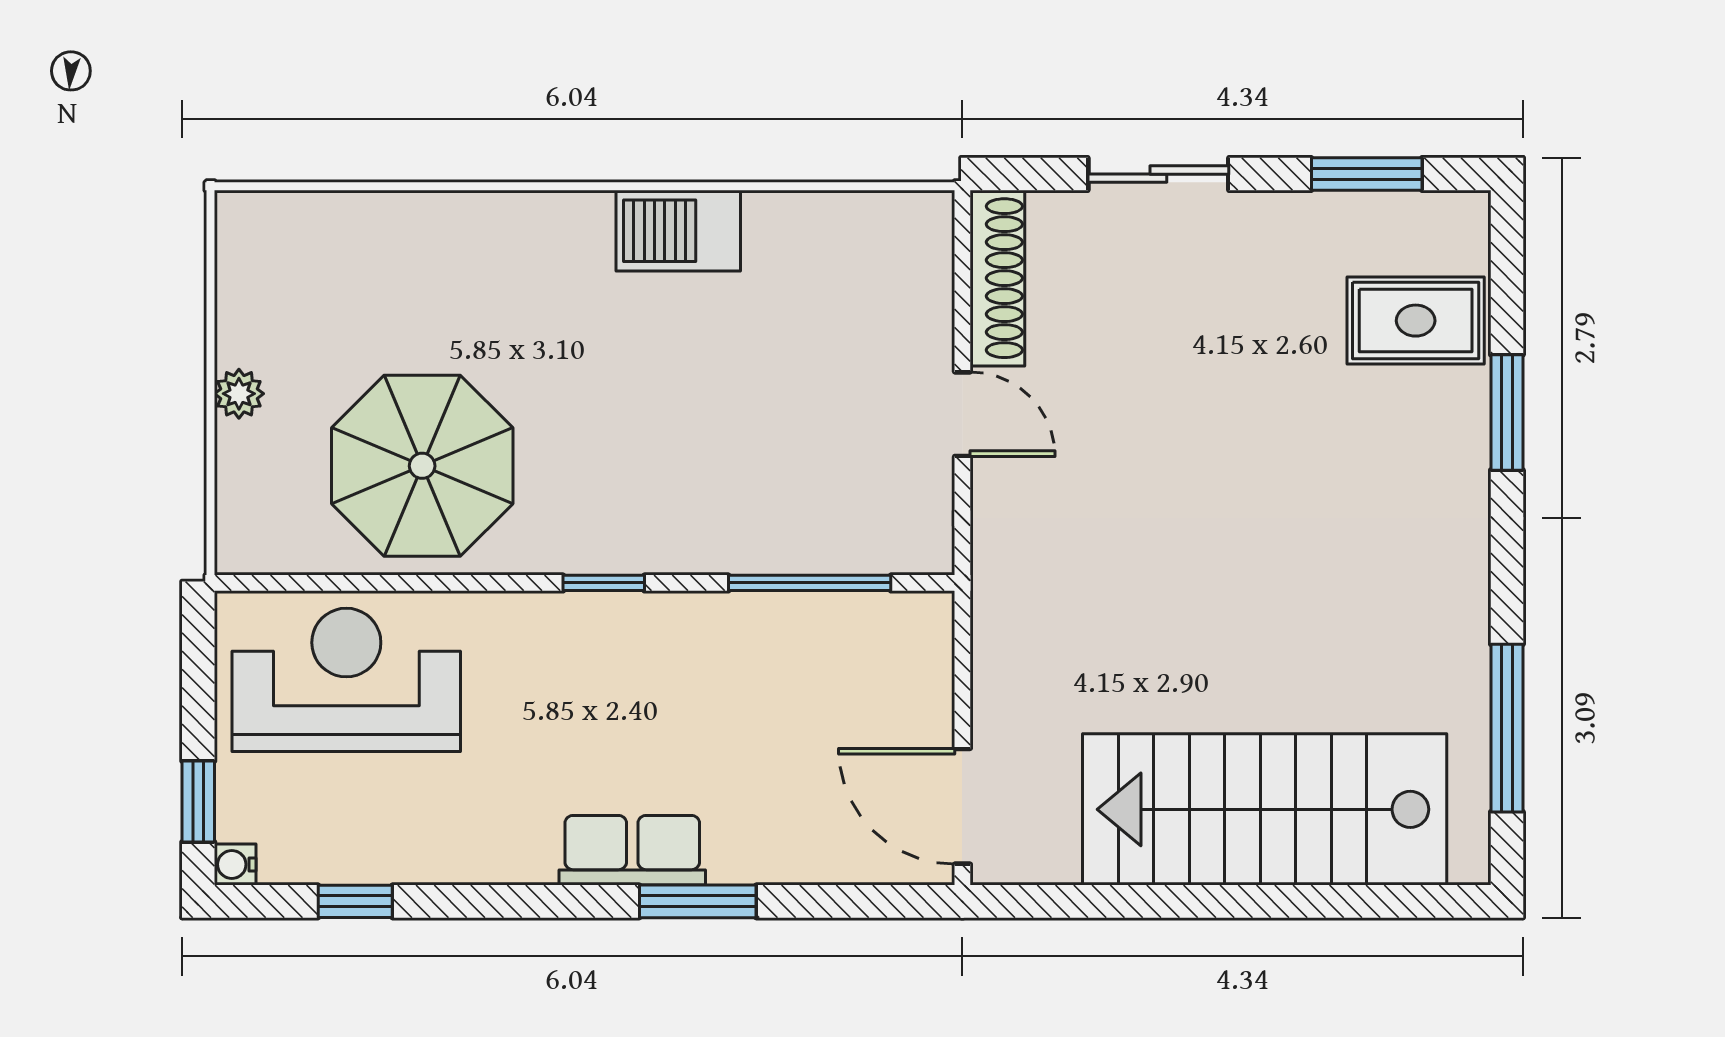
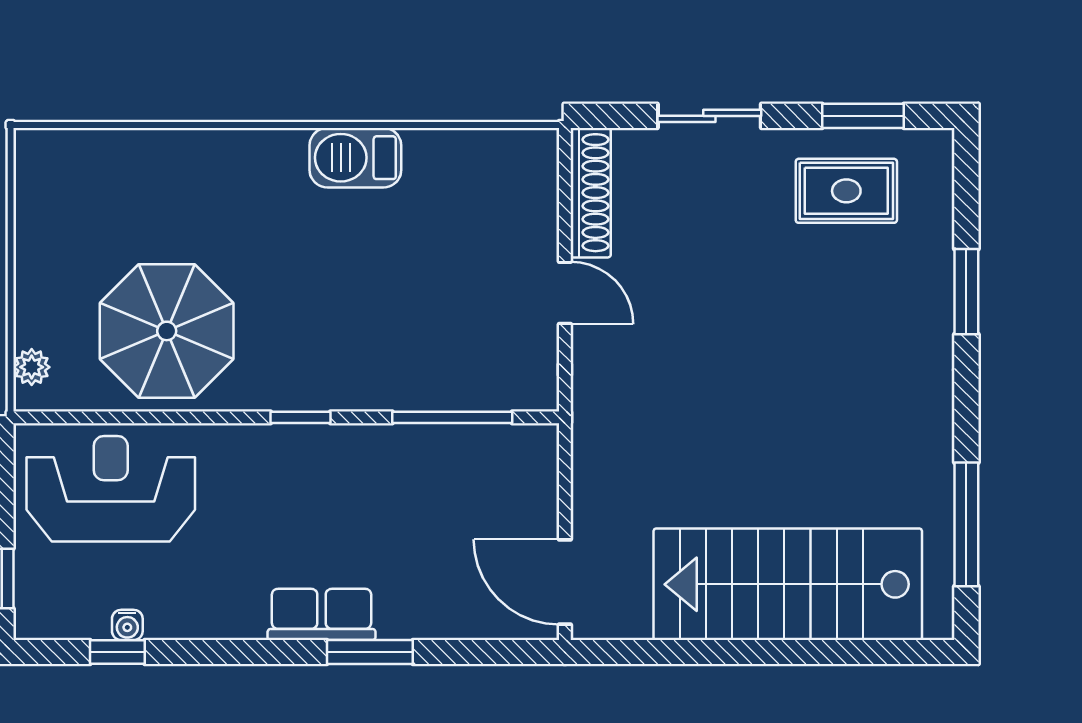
rug: (1416, 321) -> (846, 191), moved
plant: (239, 394) -> (32, 367), moved
water cooler: (235, 864) -> (127, 625), moved, turned -90

